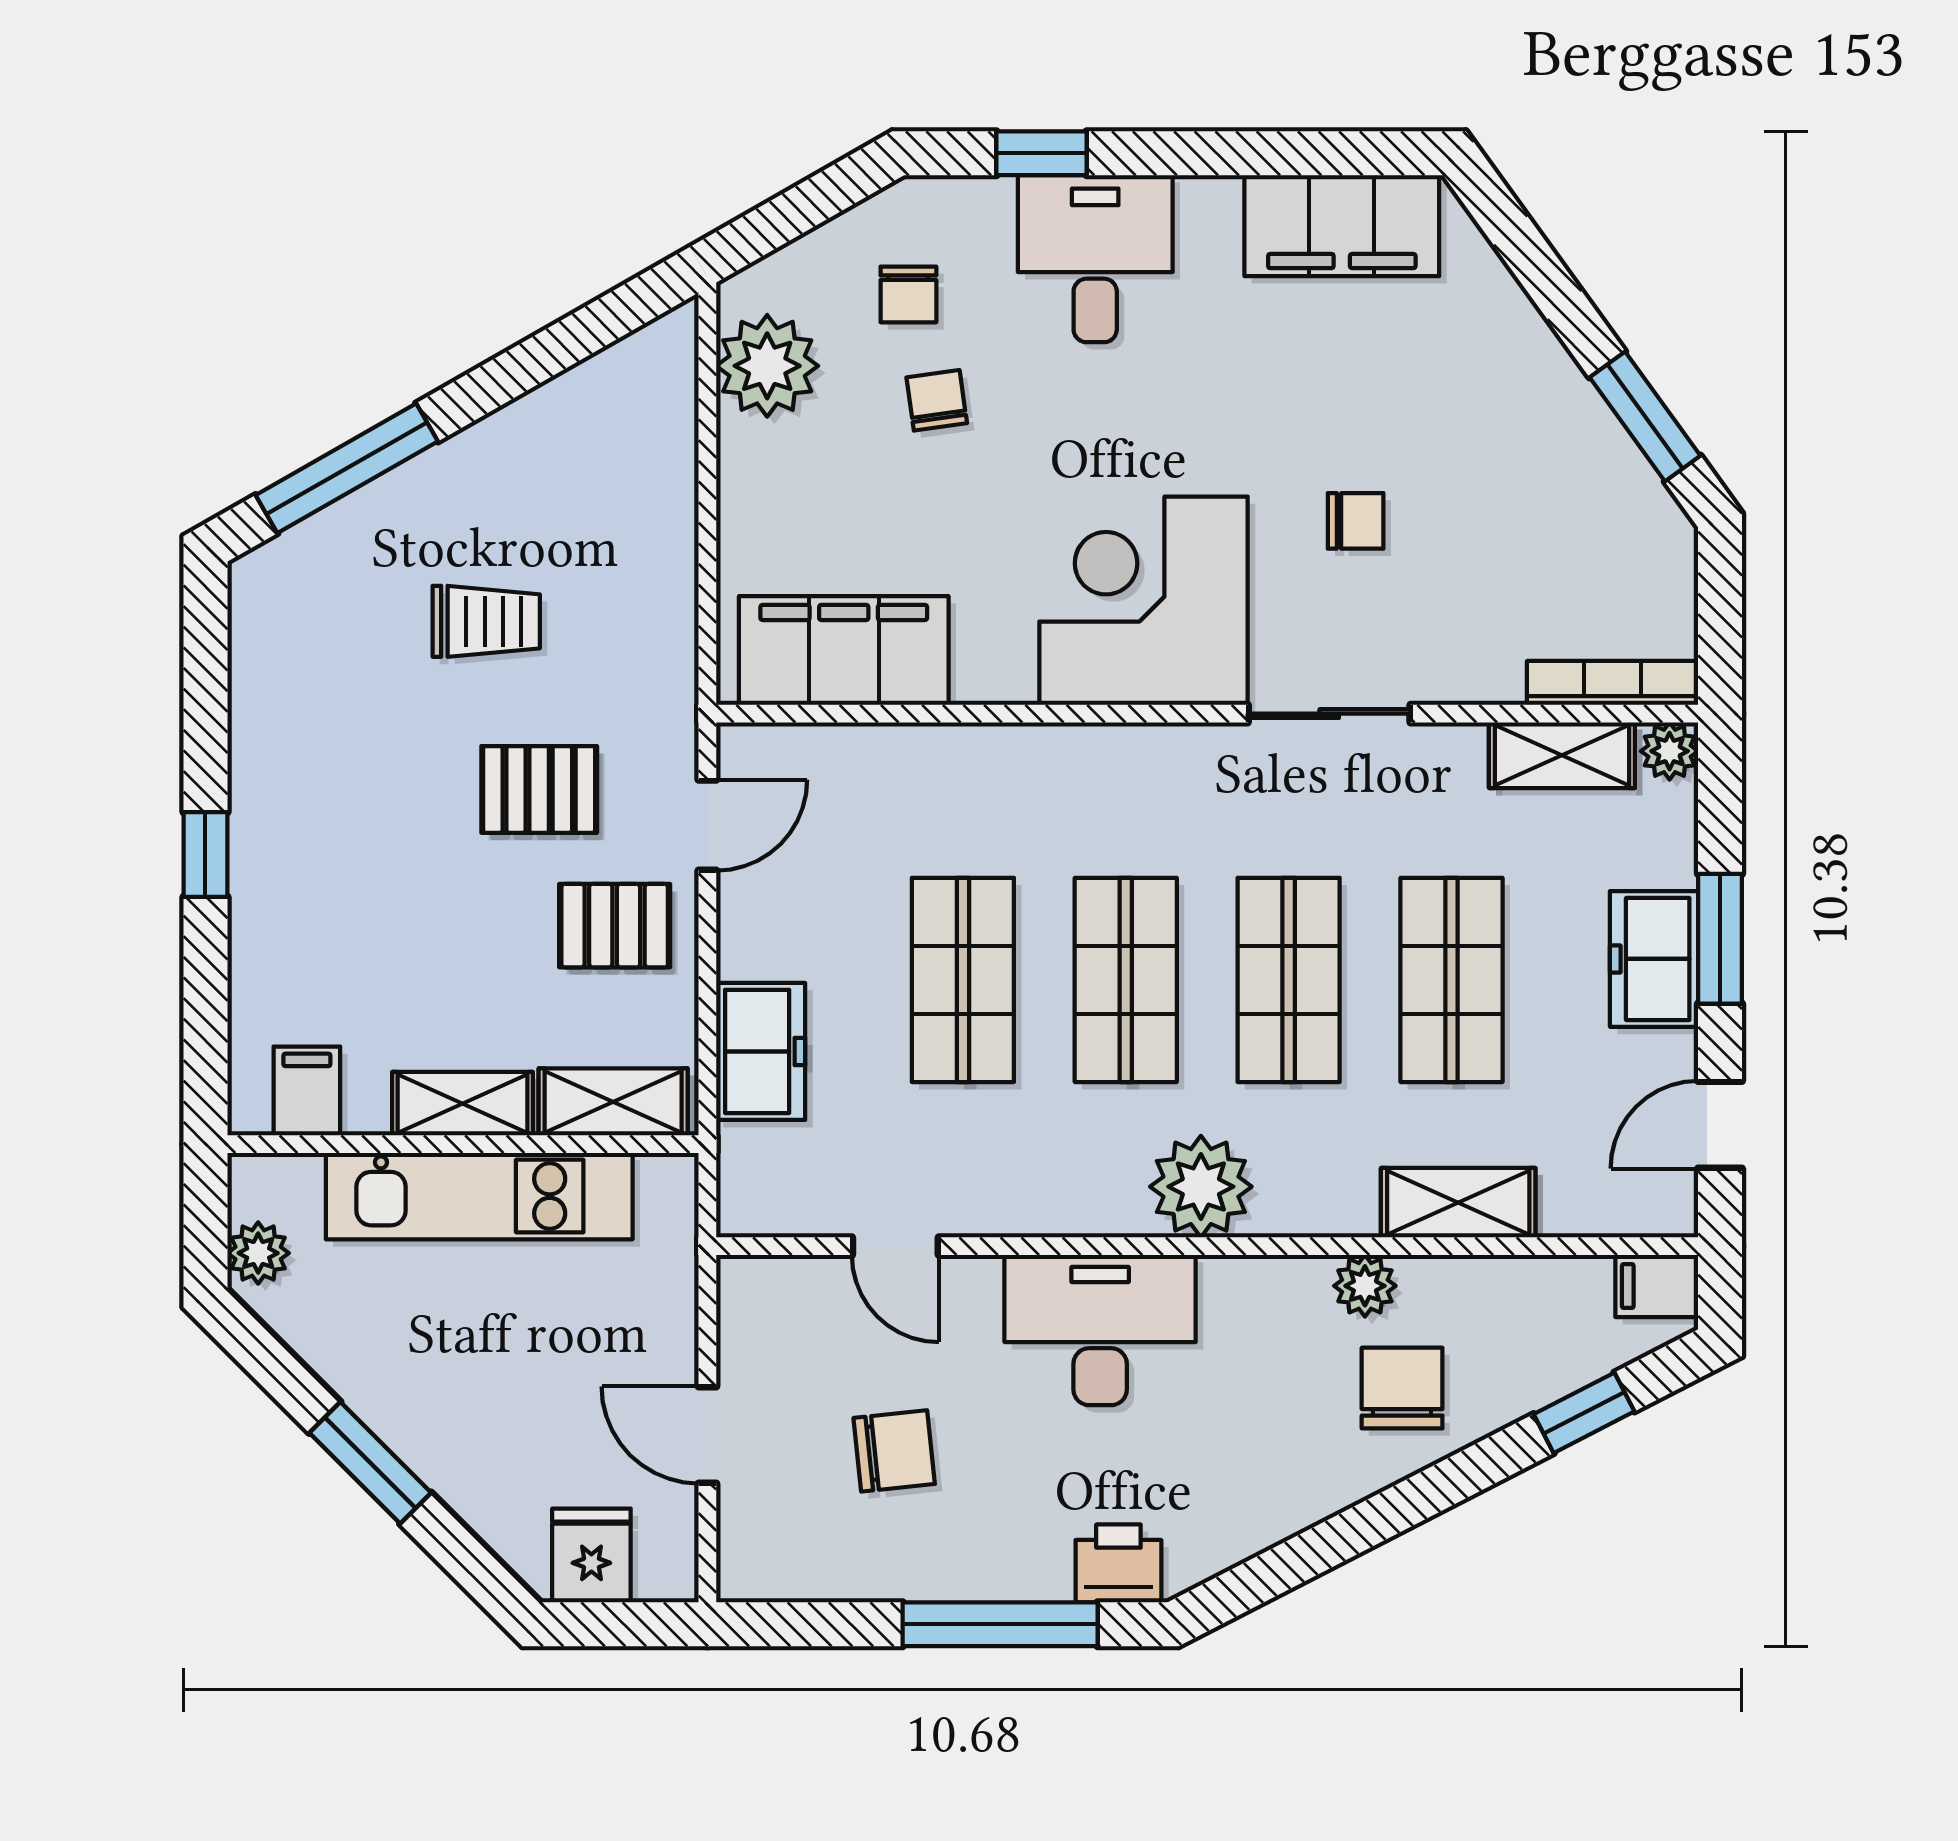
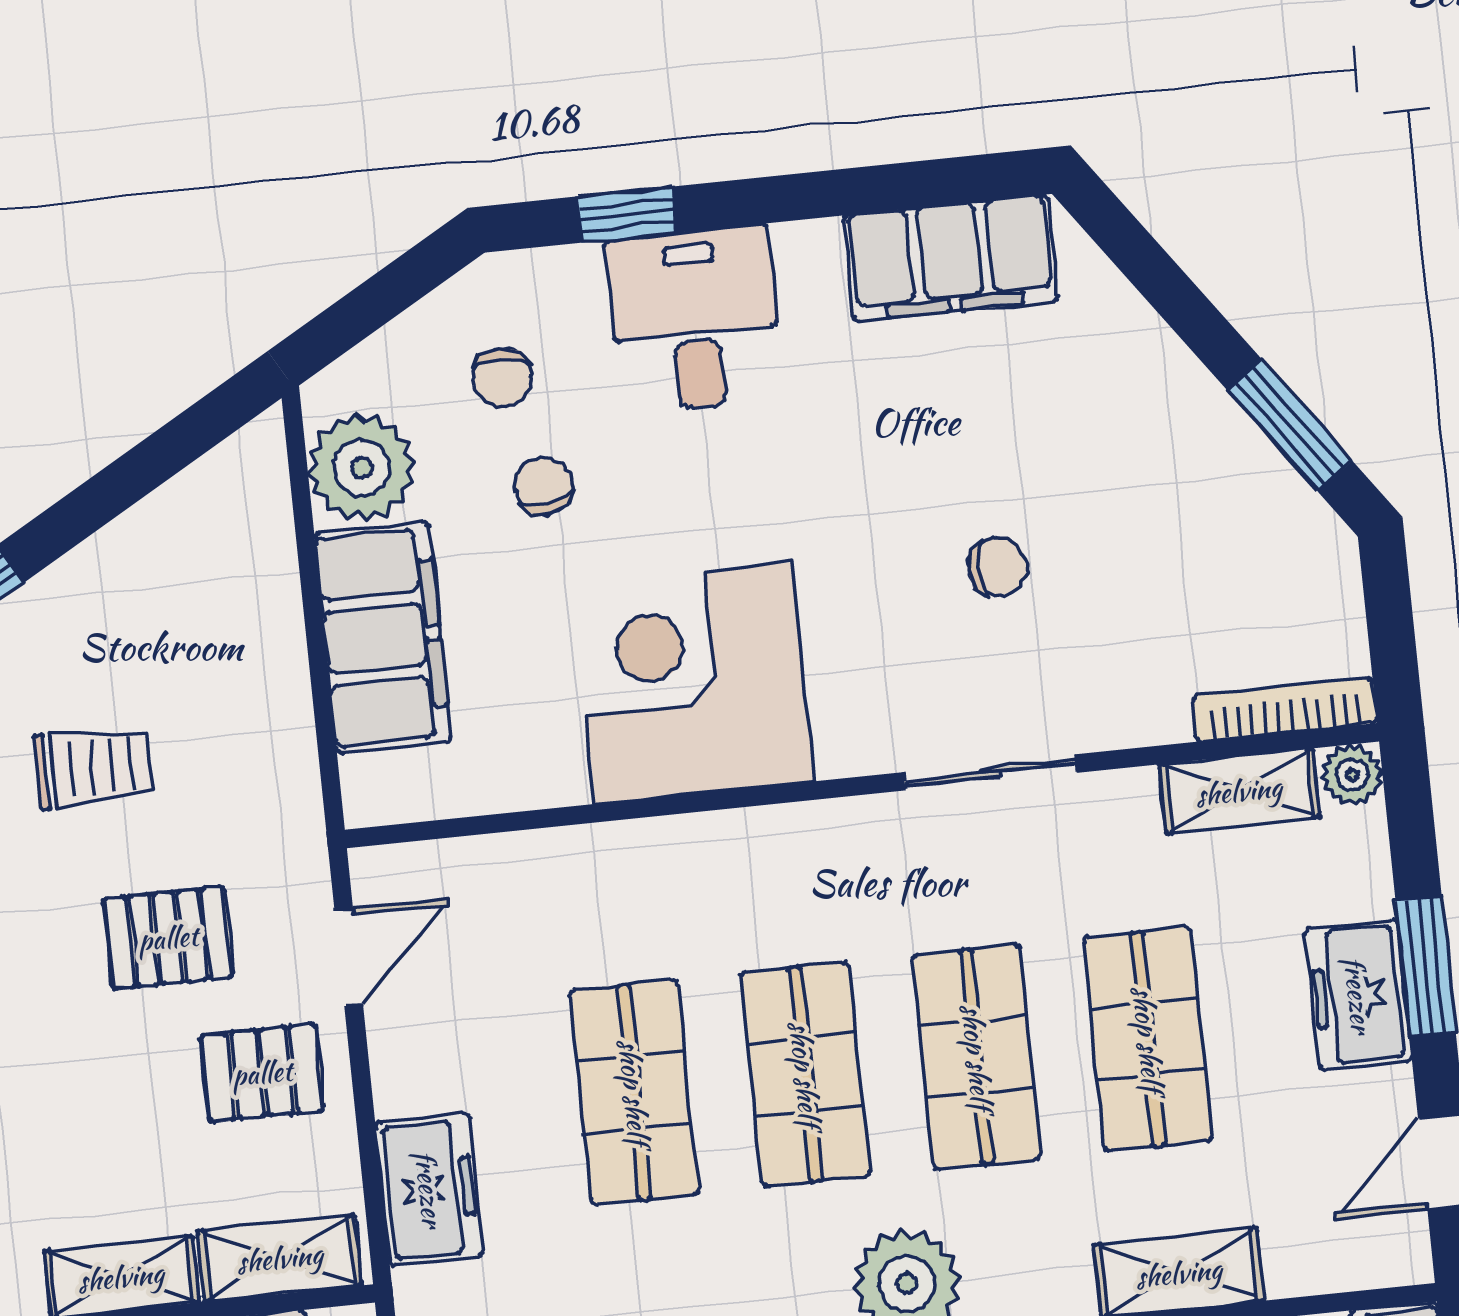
corner desk: (1144, 601) -> (694, 683), moved
filing cabinet: (844, 650) -> (383, 637), moved, turned 90

